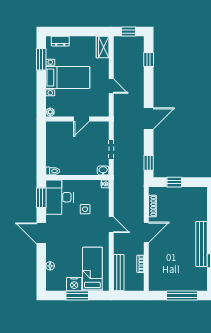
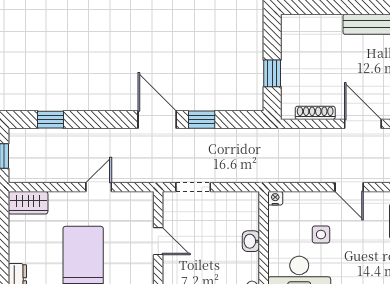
doorway: (111, 149) -> (193, 187), moved
window: (149, 163) -> (202, 120), moved
washbasin: (103, 170) -> (251, 241), moved
door: (111, 225) -> (349, 187), swing flipped

